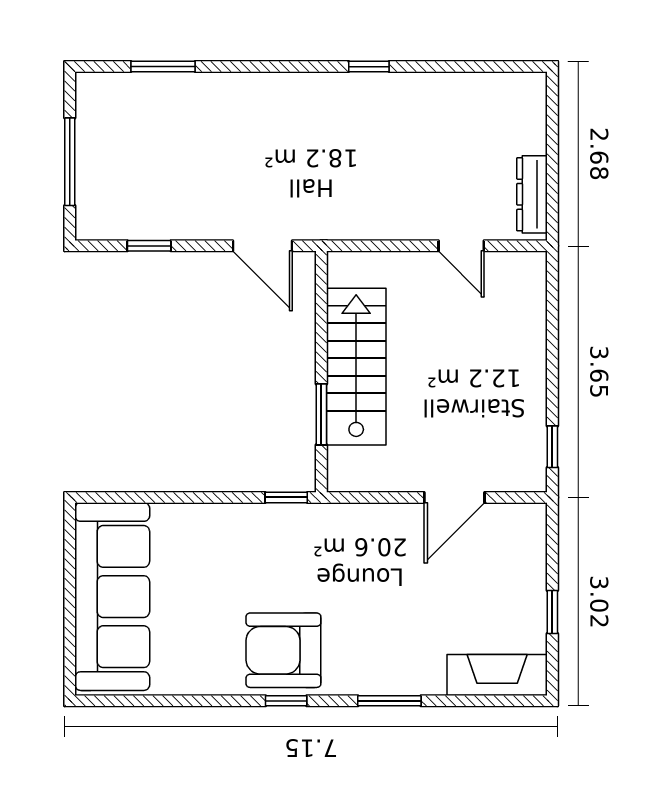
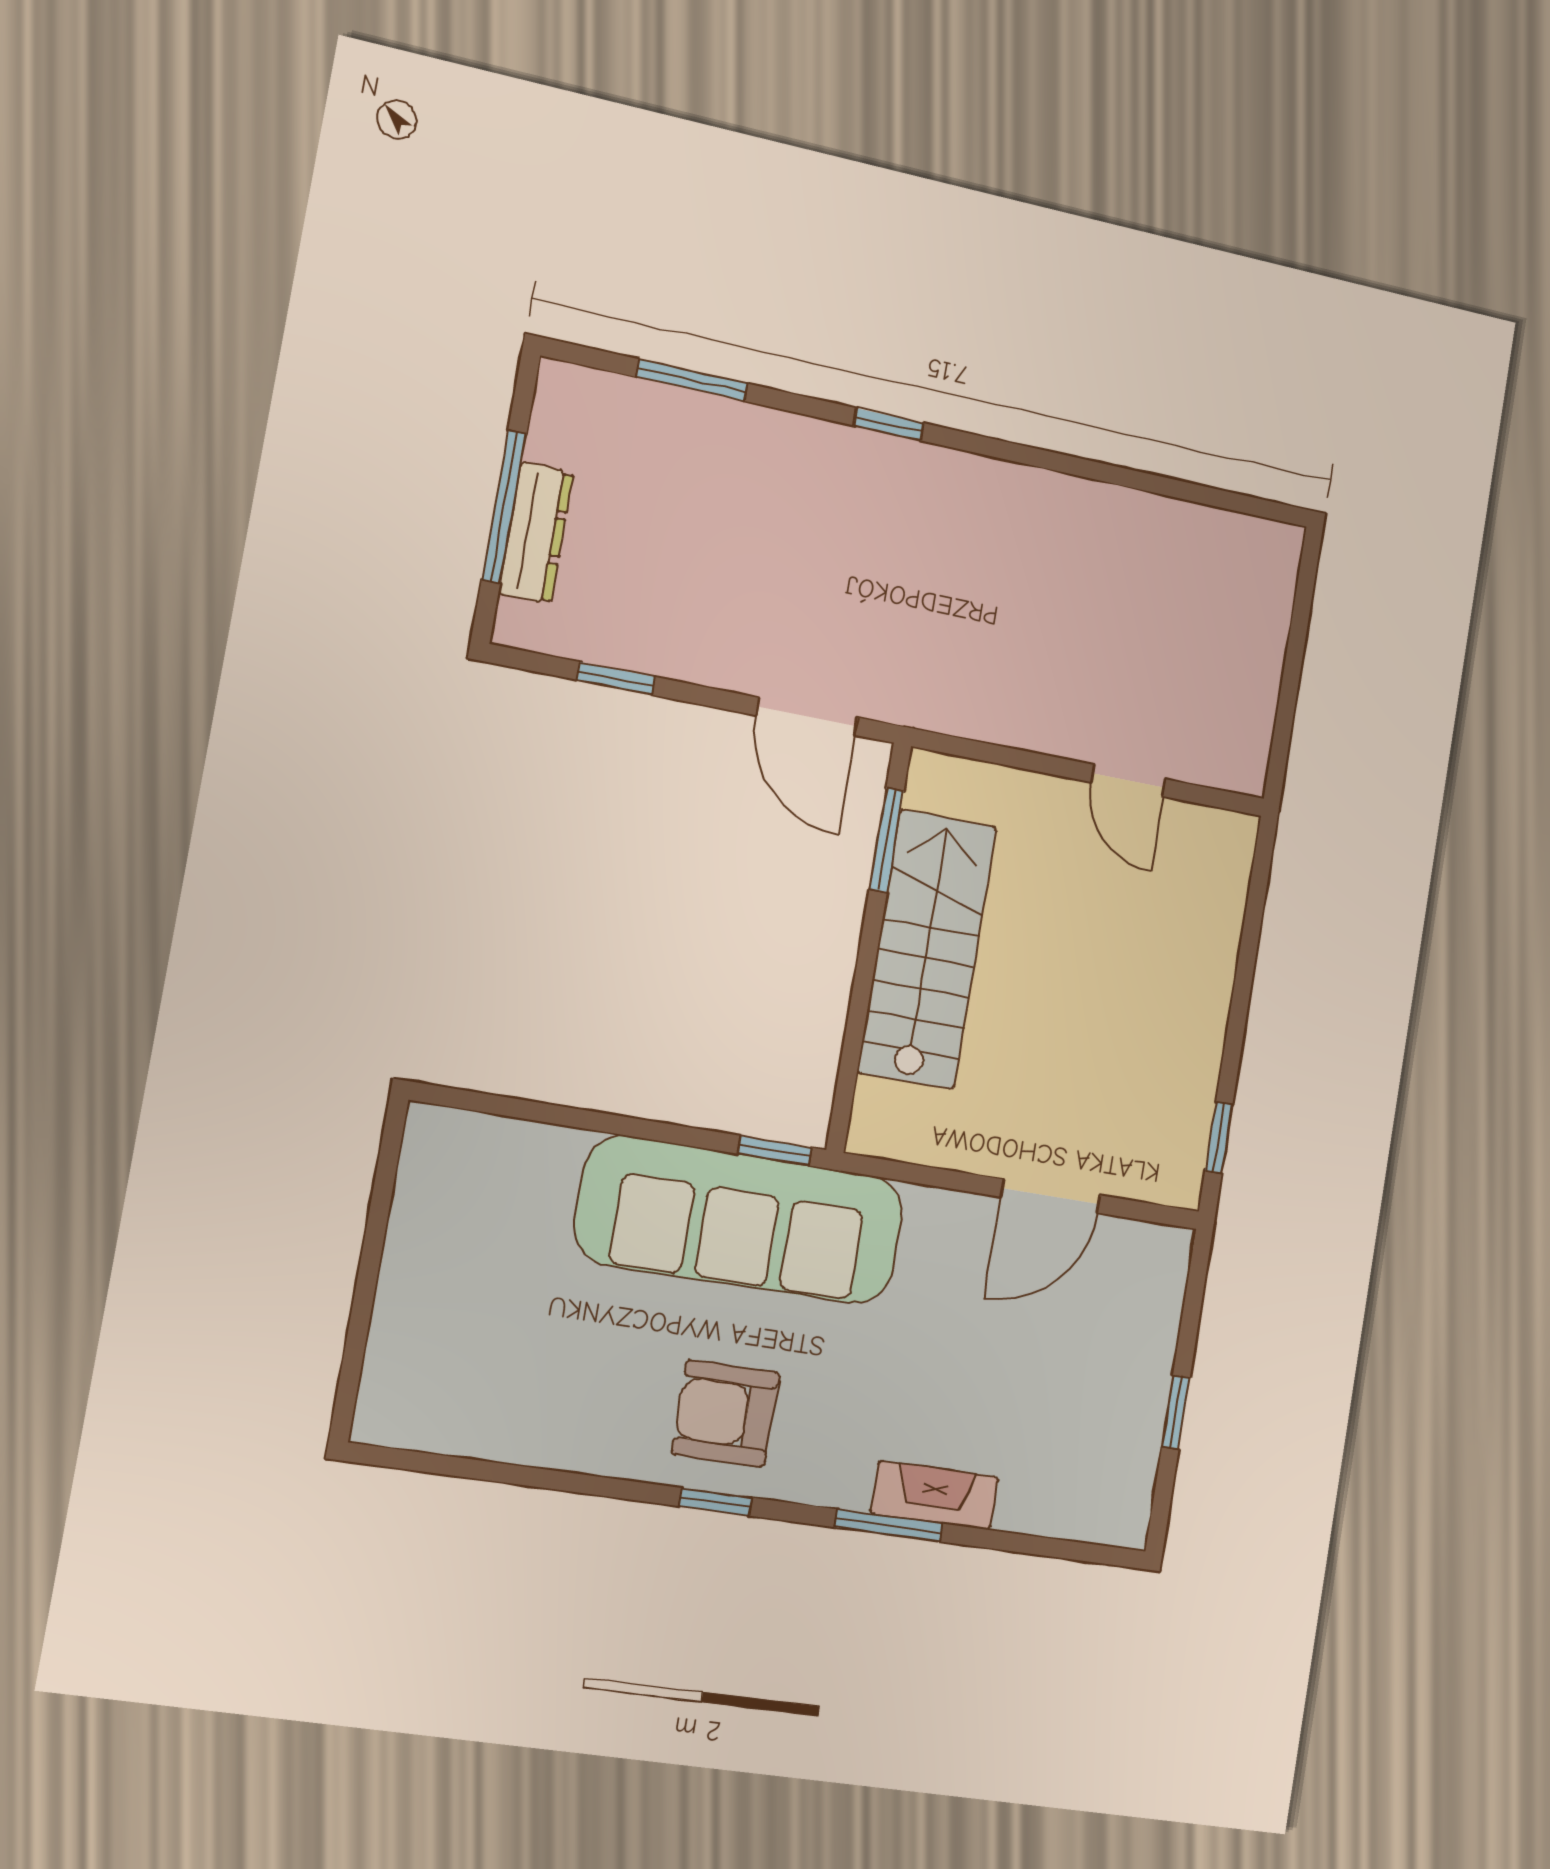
window: (369, 67) -> (889, 424), moved
dresser: (532, 194) -> (536, 533), moved, turned 180
window: (321, 414) -> (887, 840), moved
sofa: (112, 597) -> (740, 1220), moved, turned 90
armchair: (283, 650) -> (726, 1413), width x0.73, depth x0.73
fireplace: (497, 675) -> (934, 1495), moved, width x0.73, depth x0.76

